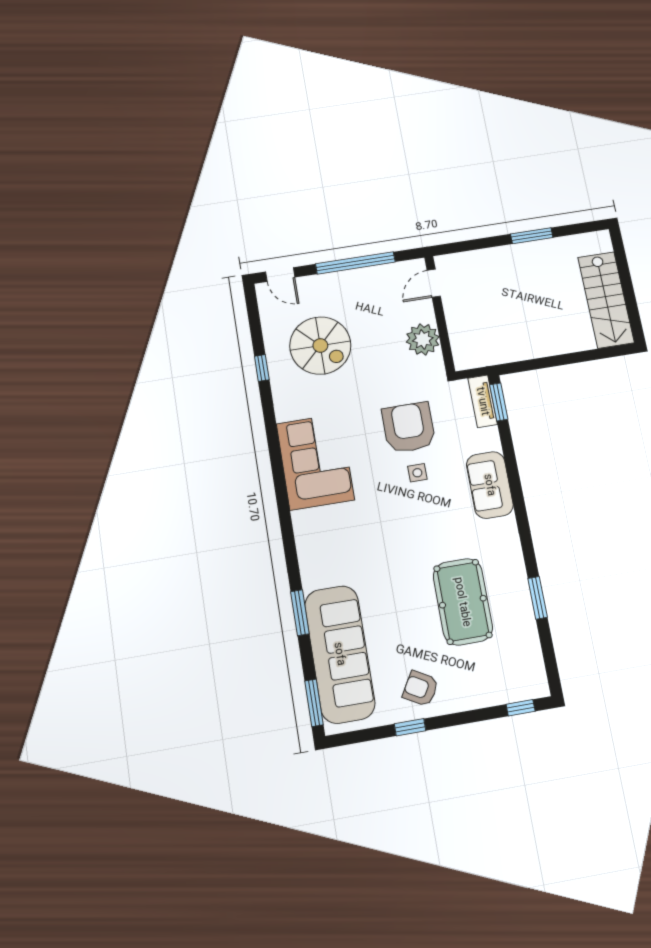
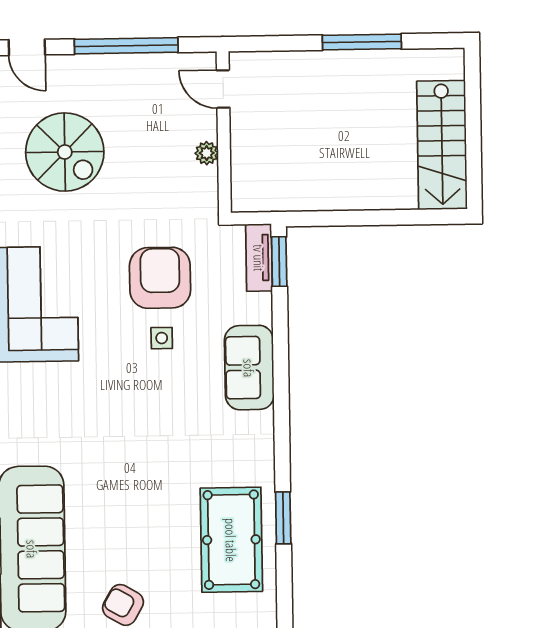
window: (532, 236) -> (362, 42), width x1.44
door: (434, 283) -> (223, 89), hinge flipped
plant: (423, 339) -> (207, 153), width x0.53, depth x0.53
pool table: (463, 602) -> (231, 540), moved

